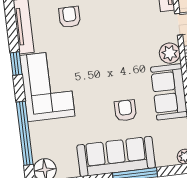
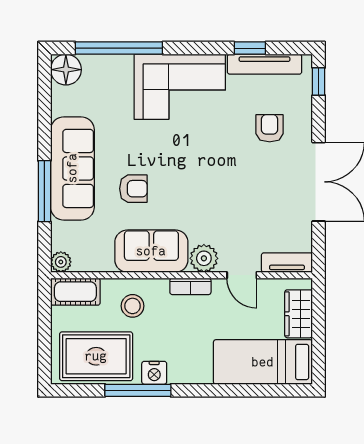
armchair: (70, 17) -> (270, 128), turned -90
window: (16, 64) -> (250, 48), moved

